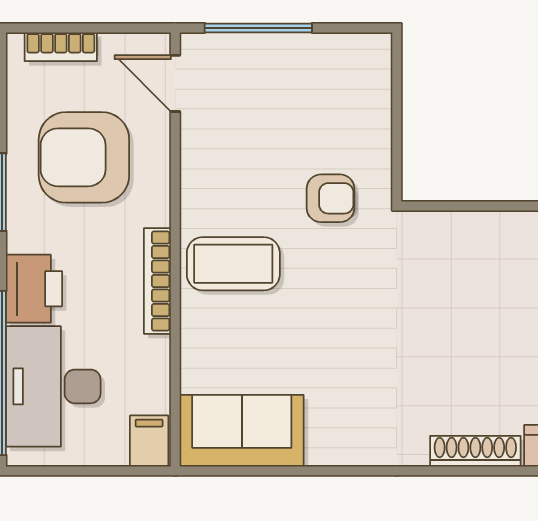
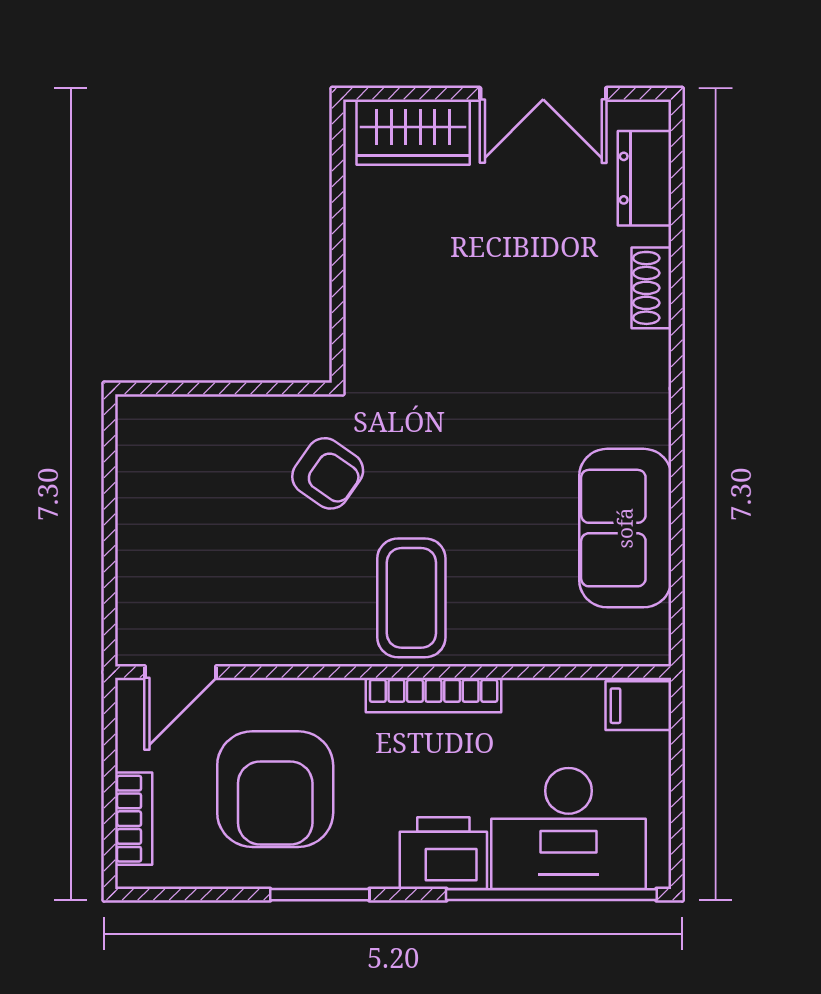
window: (258, 28) -> (109, 566), removed
armchair: (331, 198) -> (328, 473), turned 125
sofa: (242, 431) -> (625, 528), moved
shoe rack: (475, 451) -> (651, 288), width x0.70

